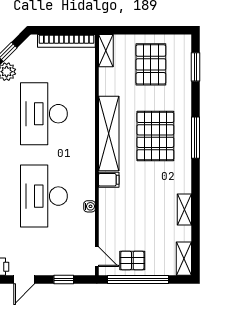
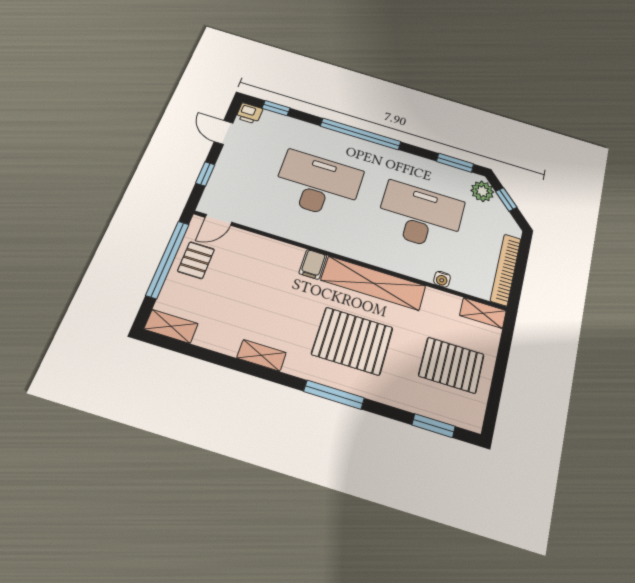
water cooler: (90, 206) -> (442, 279), moved
shelving: (184, 209) -> (262, 355), moved

